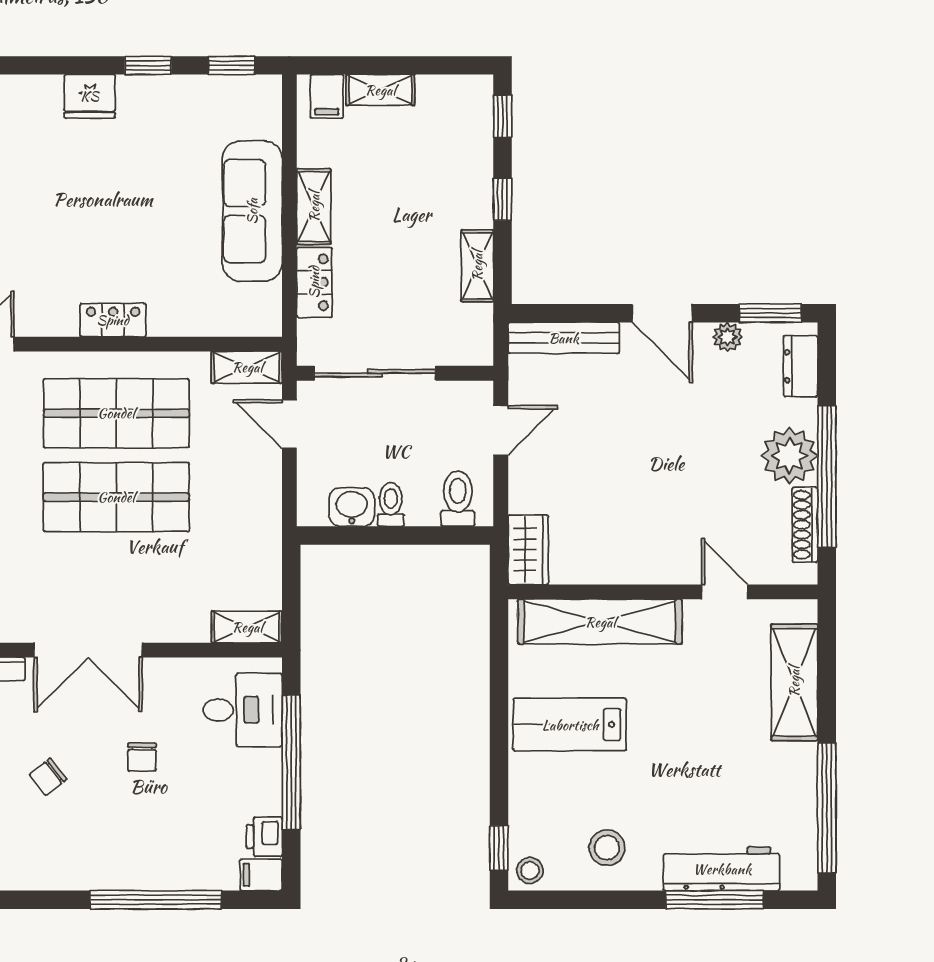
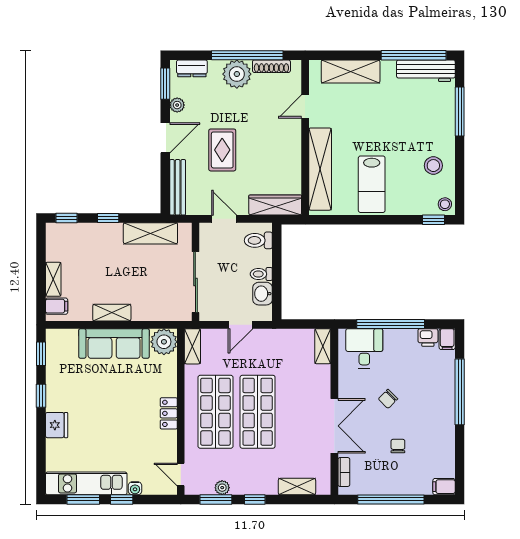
shelving: (477, 266) -> (150, 233), width x1.50, depth x1.33
locker: (314, 282) -> (150, 312), removed
plant: (256, 310) -> (164, 342), added
door: (289, 424) -> (240, 325), moved
rug: (638, 427) -> (222, 150), added
wardrobe: (528, 550) -> (275, 205), width x1.50
chair: (142, 757) -> (388, 399), turned 135
chair: (48, 777) -> (398, 446), turned -142
workbench: (722, 869) -> (426, 71), moved, turned -90

